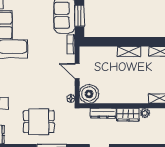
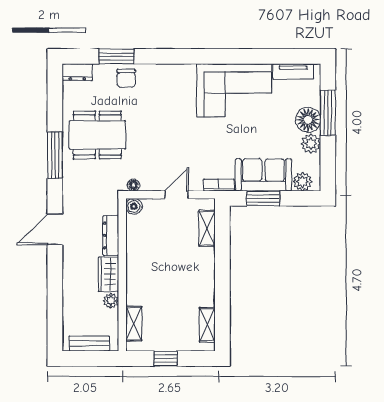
shelving: (129, 52) -> (207, 228), moved
boiler: (89, 94) -> (134, 206), width x0.54, depth x0.54
dining table: (39, 122) -> (97, 135), width x1.38

